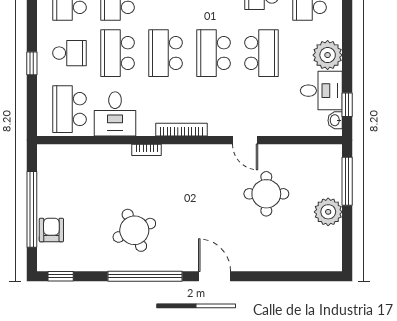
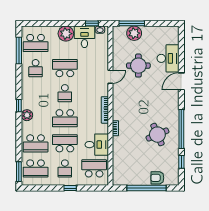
school desk: (69, 53) -> (65, 168), turned 180
school desk: (117, 53) -> (65, 143), turned 180
school desk: (214, 53) -> (65, 93), width x0.54
school desk: (69, 109) -> (94, 168), turned 180
plant: (328, 212) -> (134, 33), moved
desk: (280, 250) -> (168, 58), added
window: (61, 276) -> (181, 162), moved
door: (215, 276) -> (181, 81), moved

